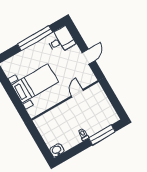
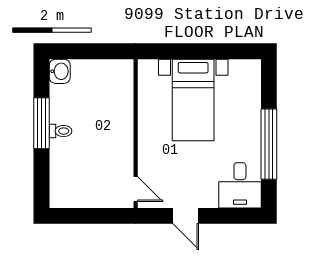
door: (77, 93) -> (136, 189), moved
window: (102, 135) -> (42, 123), moved

